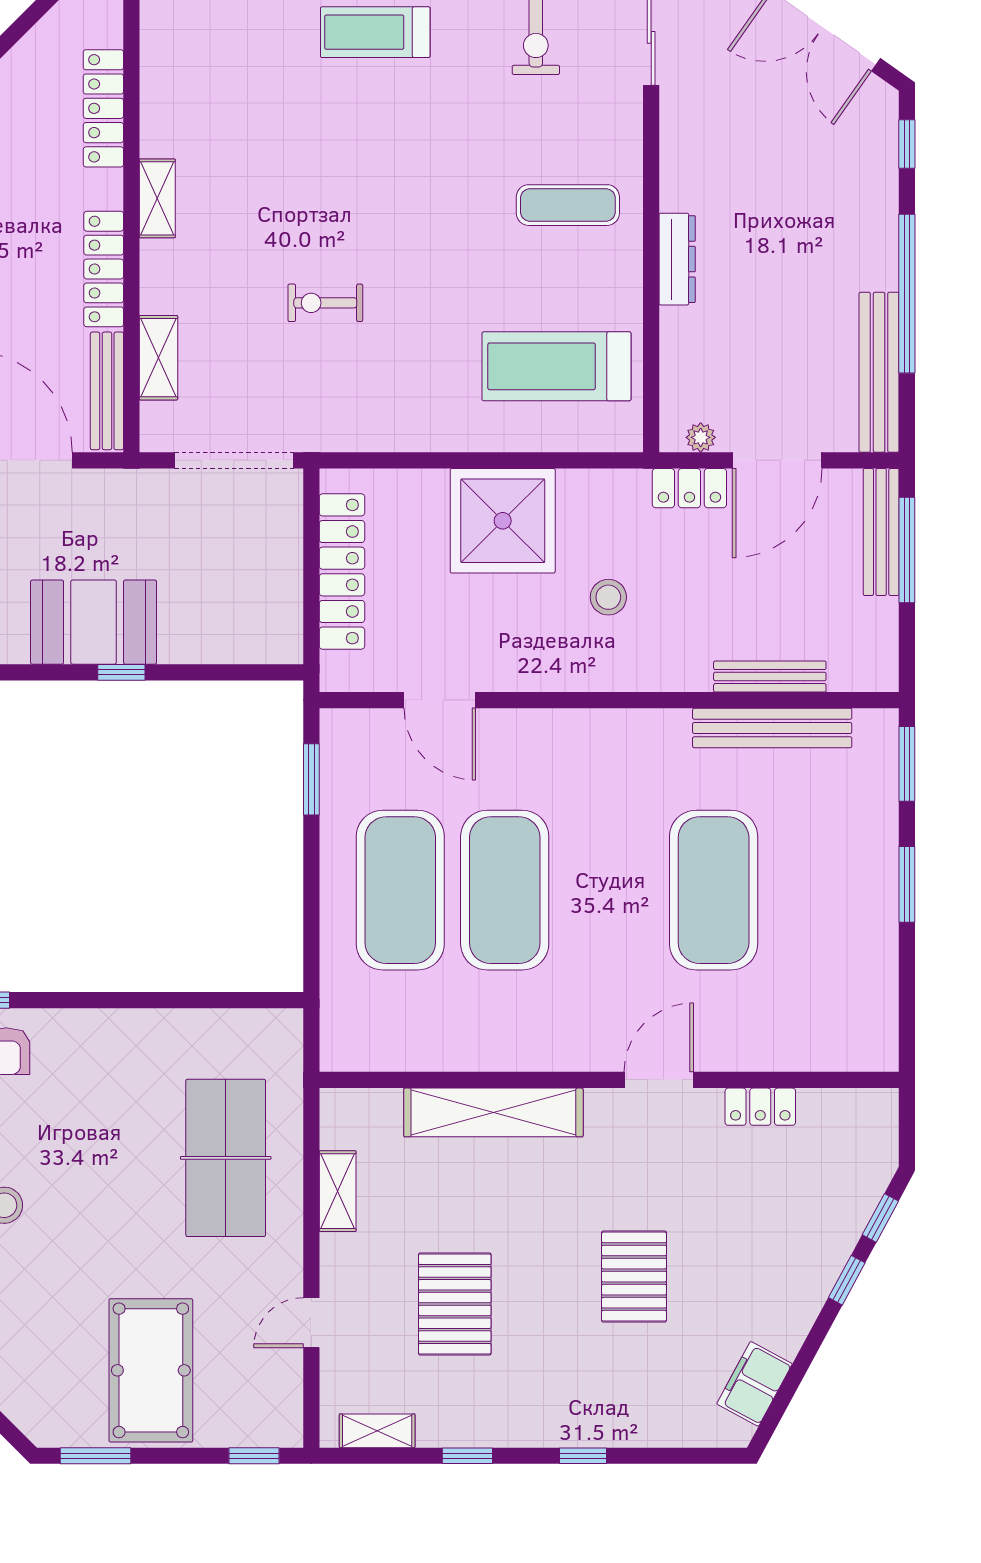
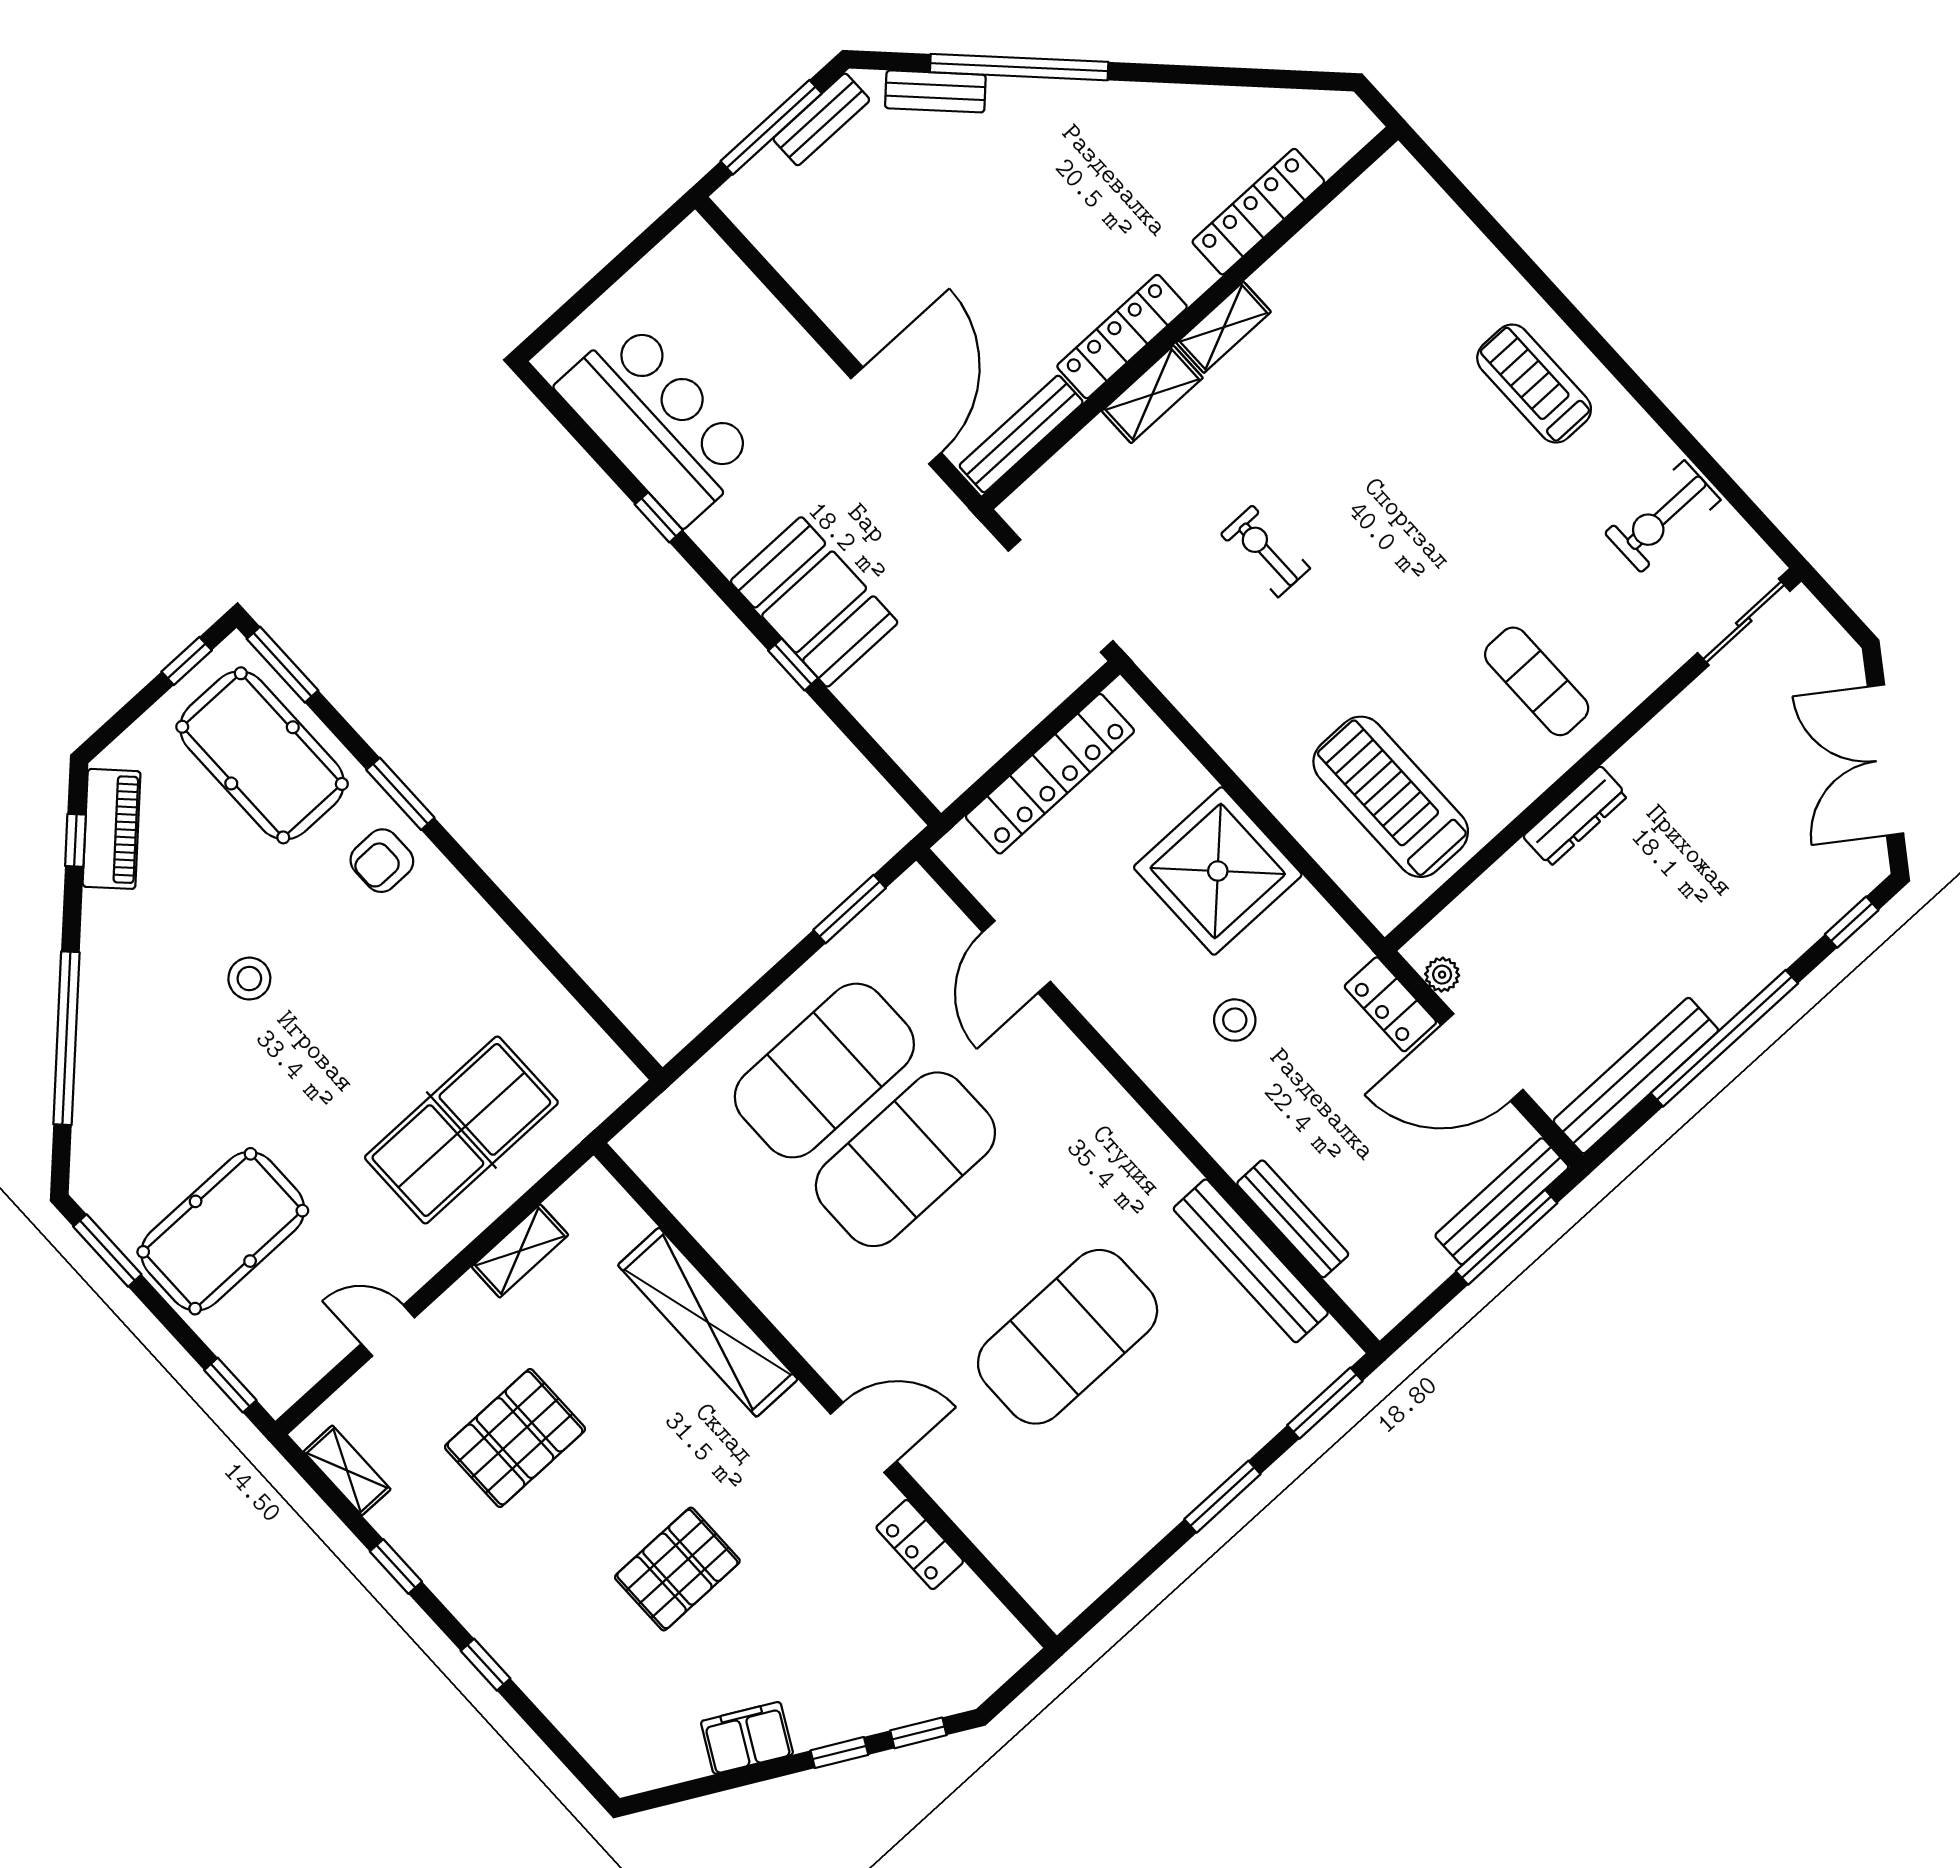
shelving: (159, 358) -> (1152, 394), moved
filing cabinet: (755, 1384) -> (747, 1738), moved

